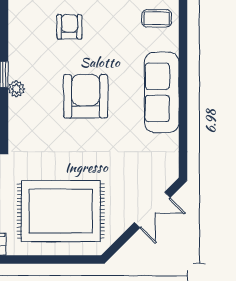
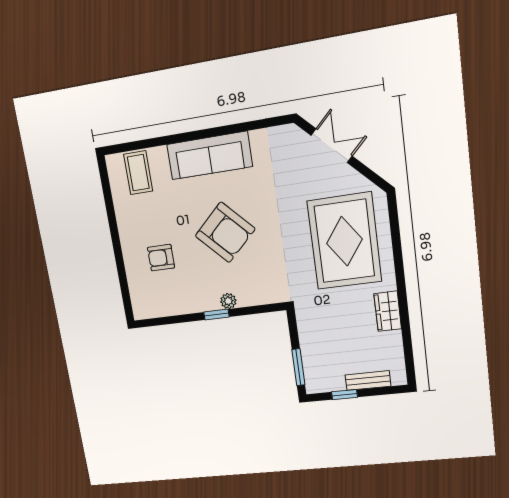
coffee table: (157, 18) -> (138, 173), width x1.36, depth x1.30
armchair: (86, 96) -> (225, 232), turned -134

